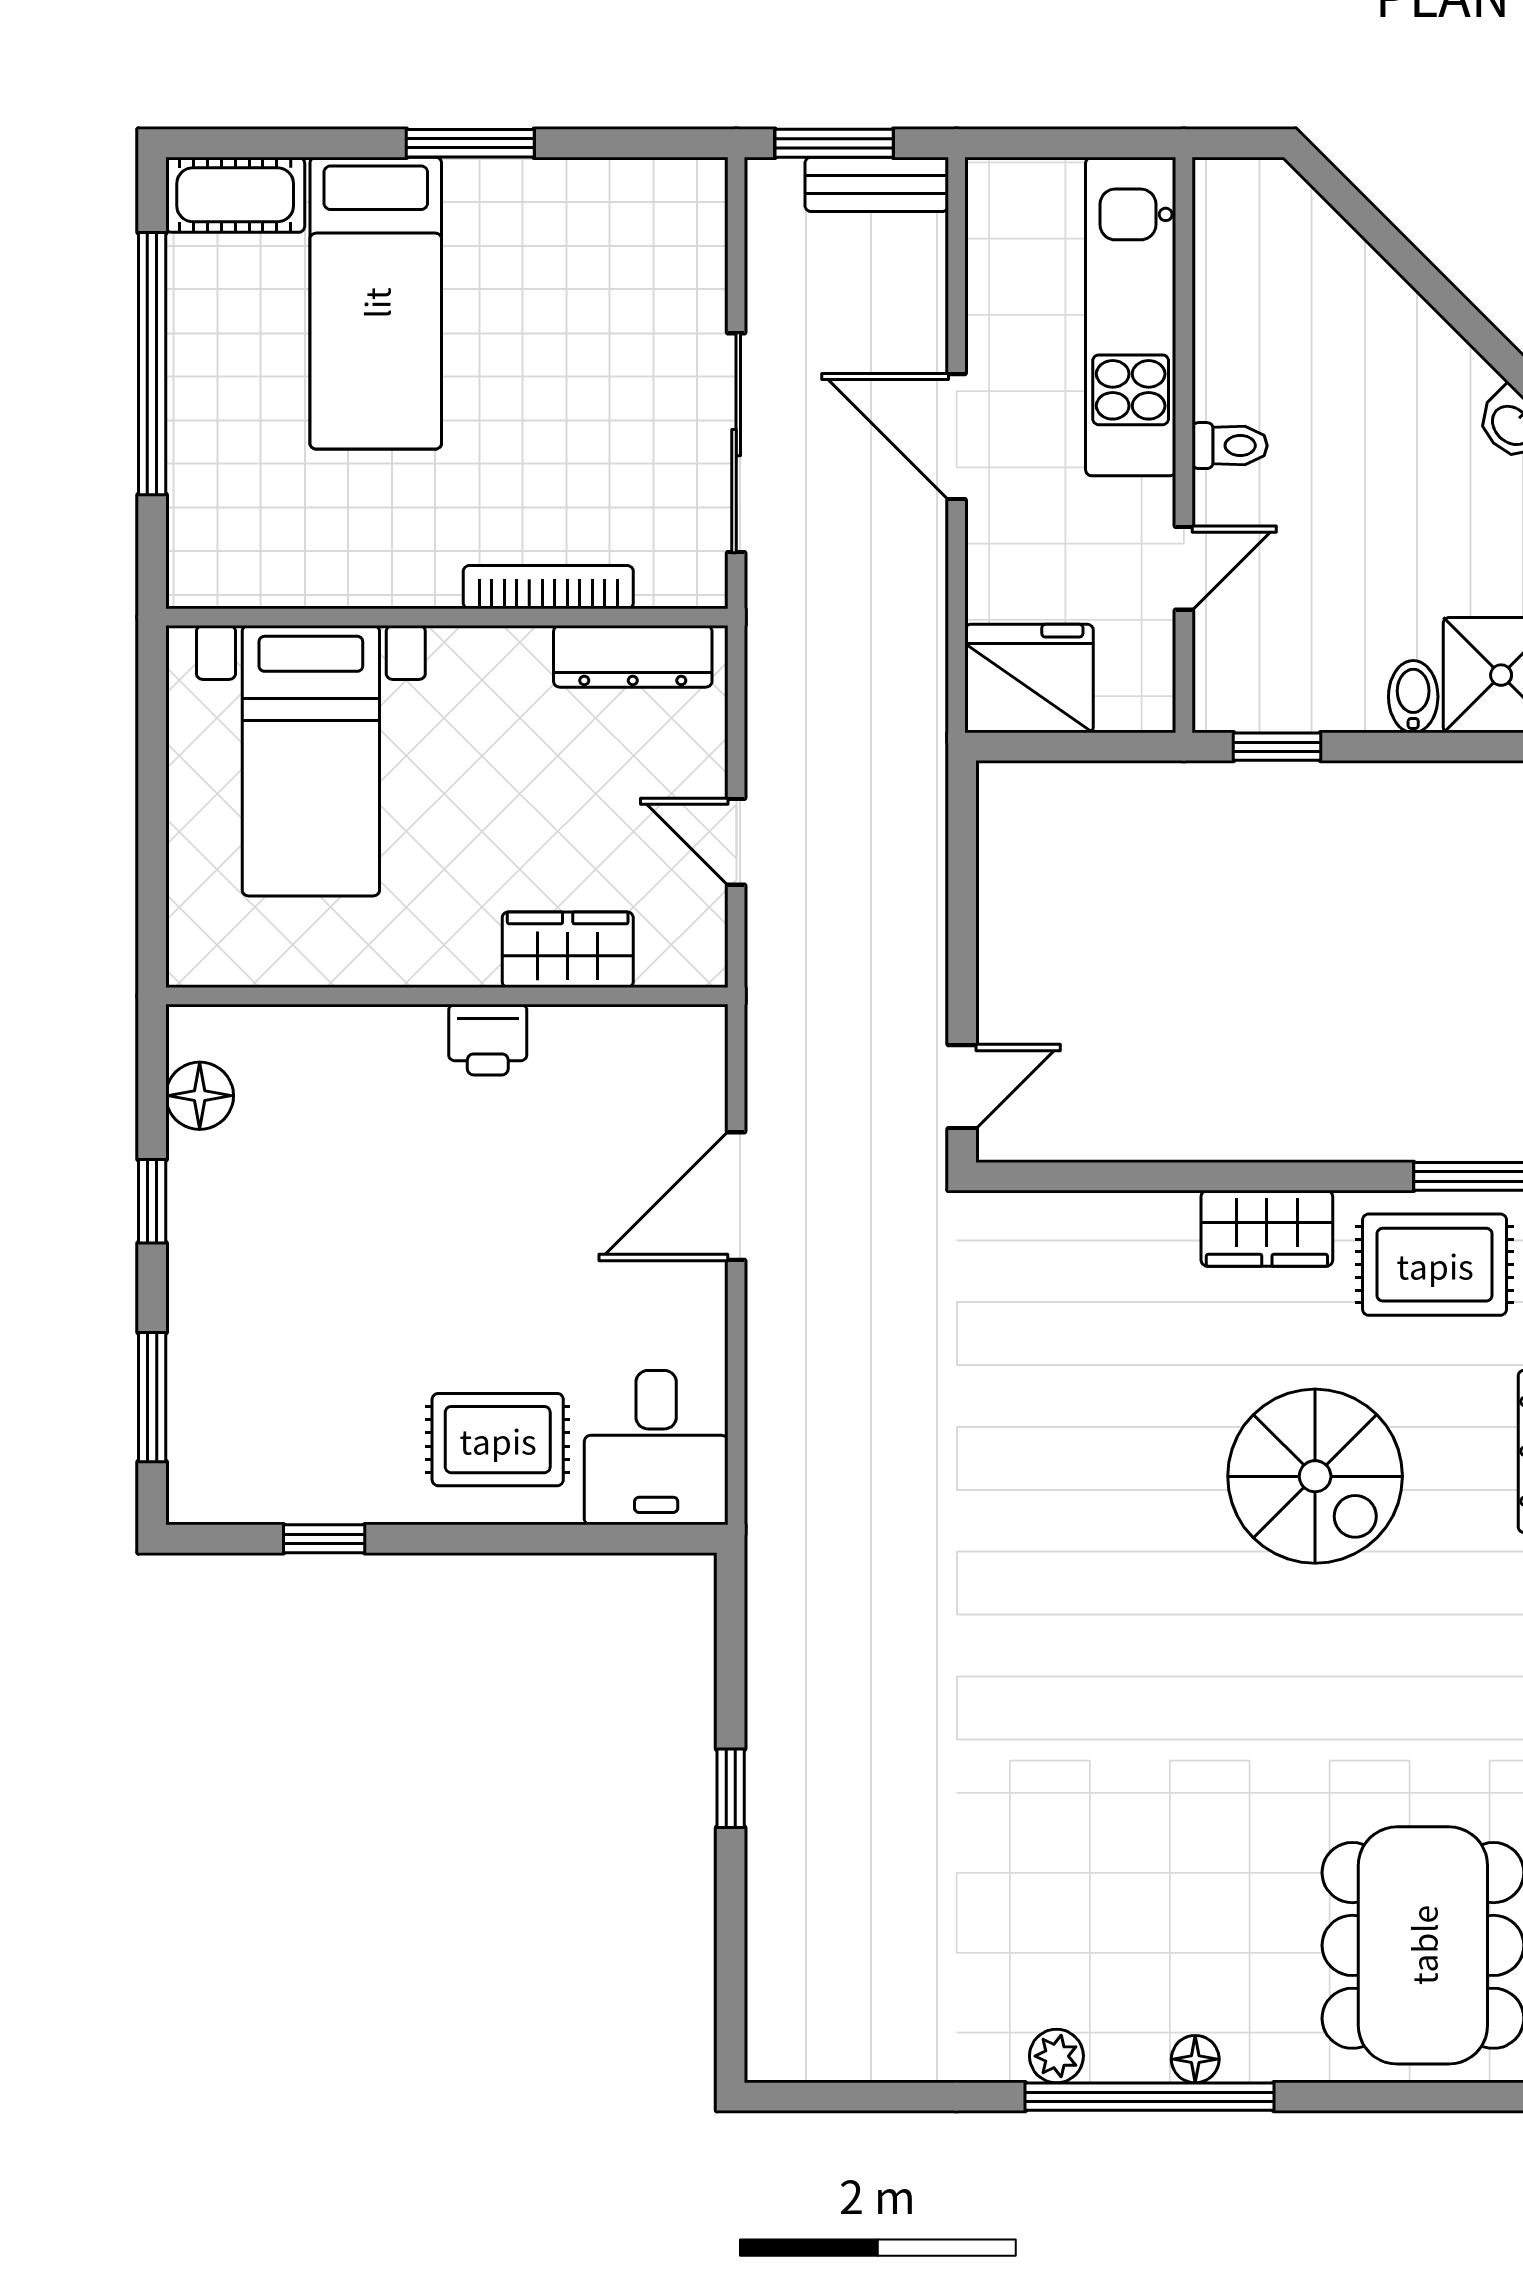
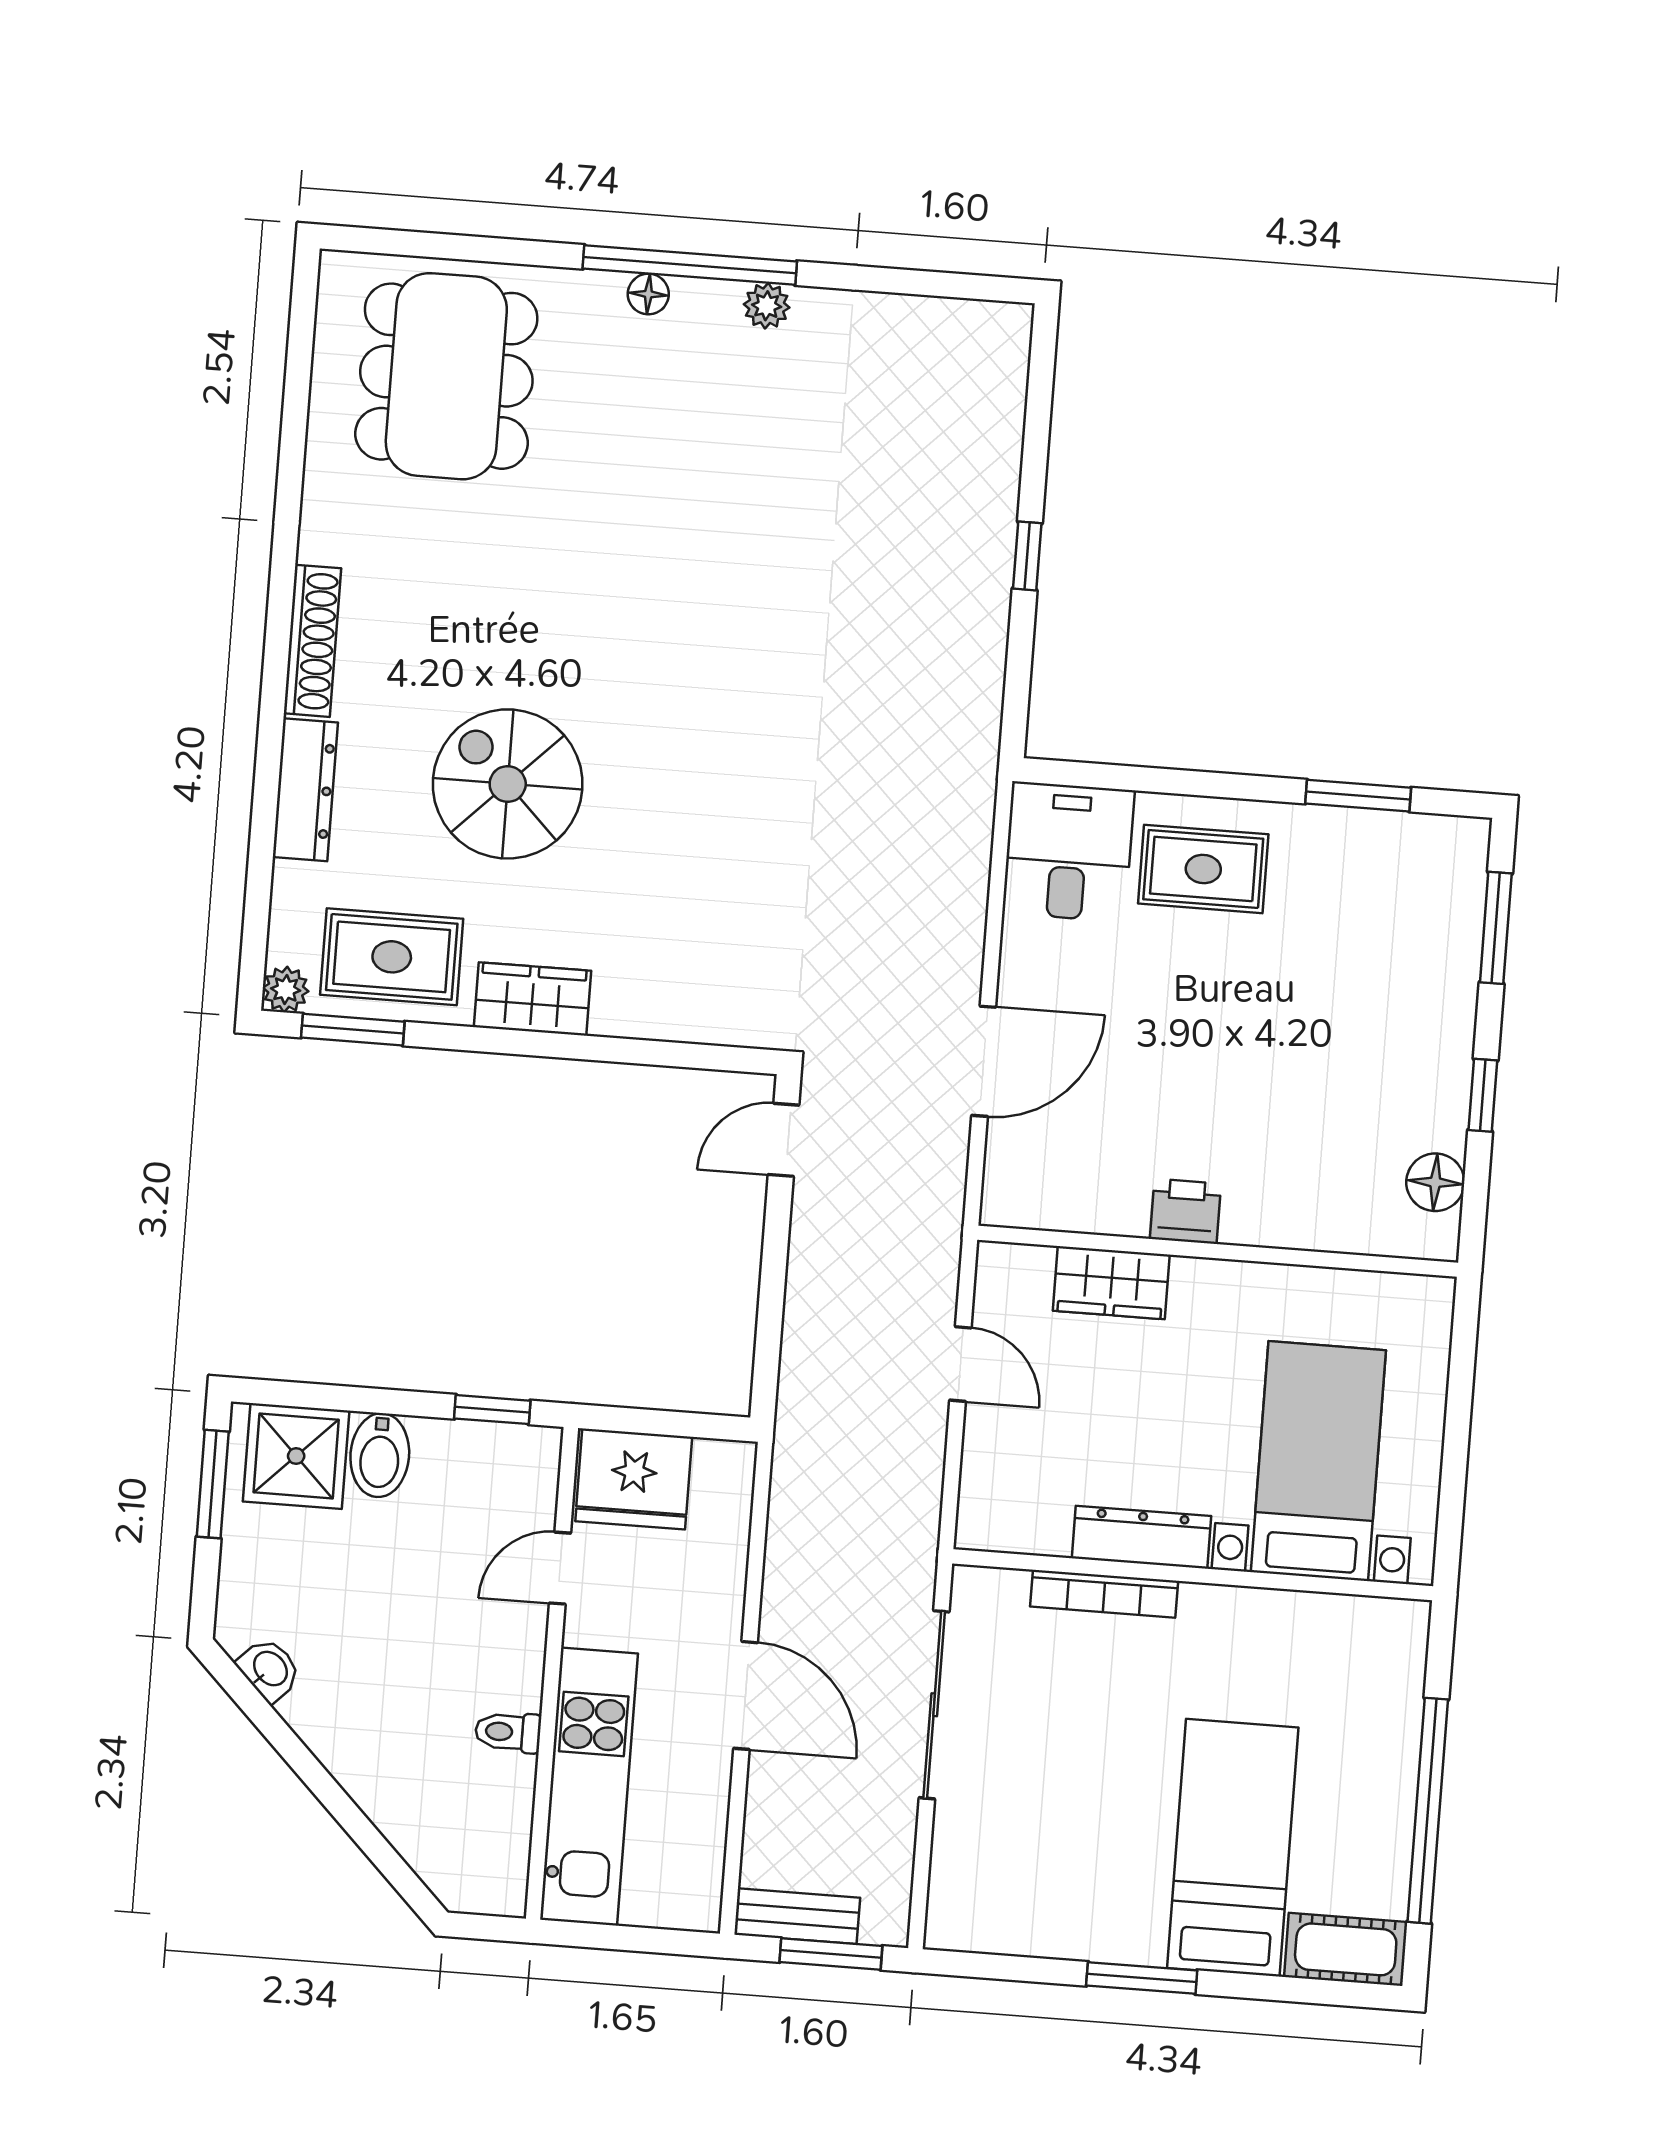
toilet: (1230, 446) -> (508, 1732), moved
dresser: (633, 656) -> (1142, 1537), moved
fridge: (1029, 678) -> (634, 1479), moved
bidet: (1413, 697) -> (380, 1455), width x1.38, depth x1.36
window: (324, 1539) -> (1358, 796), width x1.50

